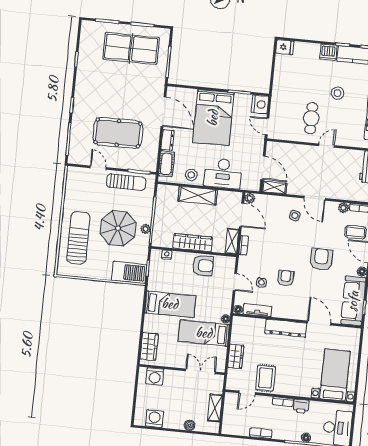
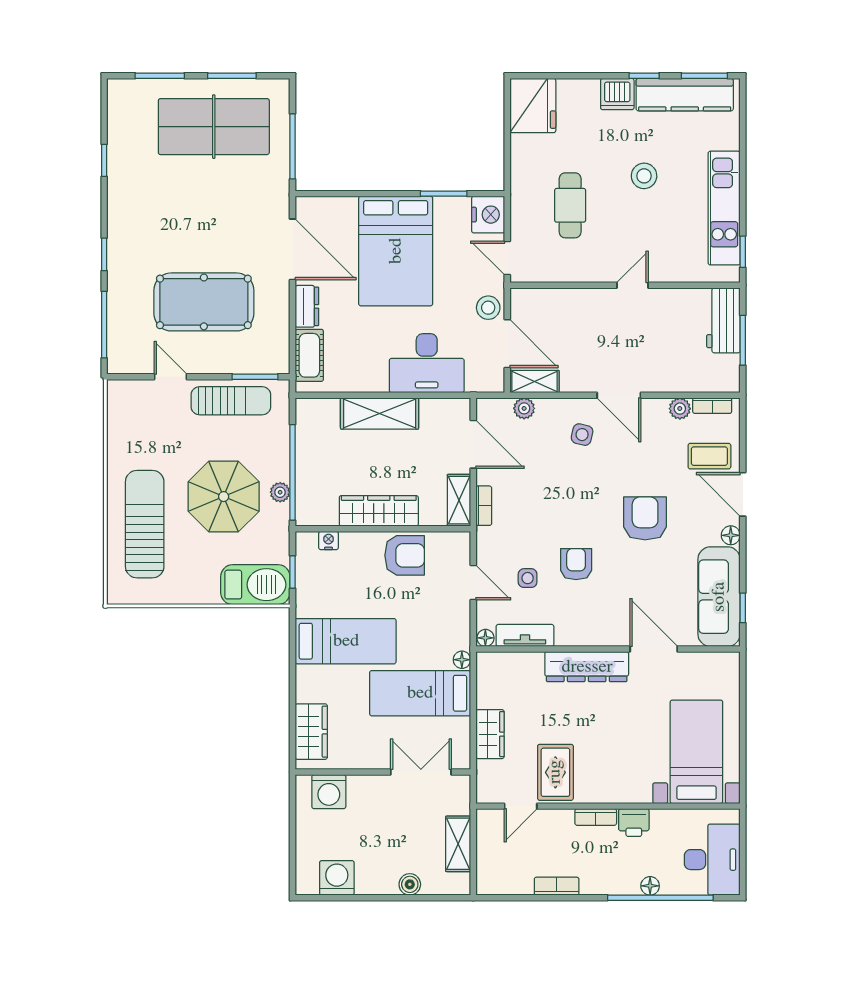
fridge: (285, 47) -> (533, 106), width x1.88, depth x1.34
cafe table: (311, 118) -> (570, 205), moved
stool: (191, 175) -> (488, 308), moved
plant: (250, 198) -> (524, 408), moved

